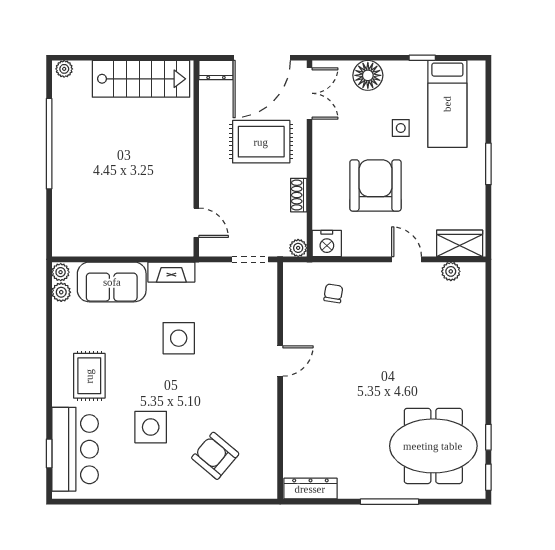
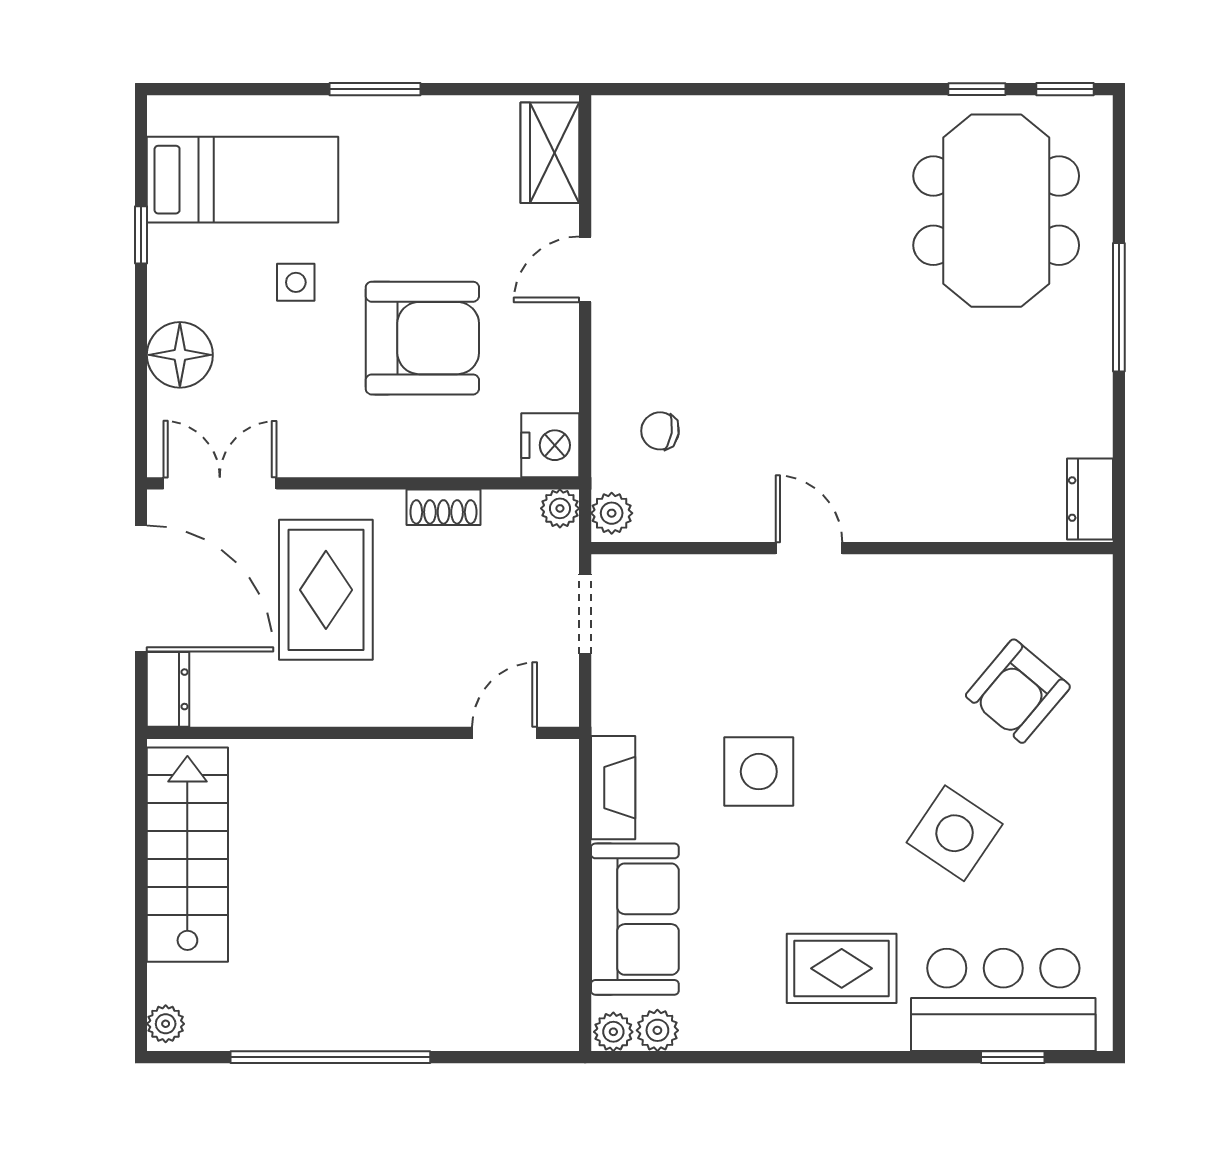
armchair: (375, 185) -> (422, 338), turned 180
plant: (451, 271) -> (612, 513), moved
side table: (151, 427) -> (955, 833), turned 34
dresser: (310, 489) -> (1090, 499), width x0.70

